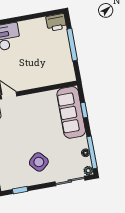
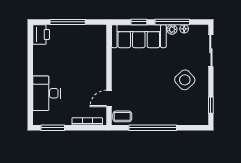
window: (92, 152) -> (172, 22), moved
plant: (88, 171) -> (172, 29), moved

